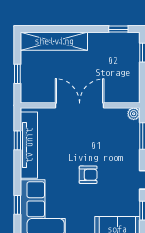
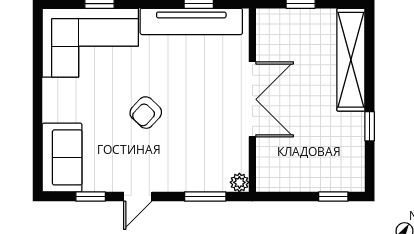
window: (118, 29) -> (370, 126), moved
armchair: (88, 175) -> (146, 113), turned 43

